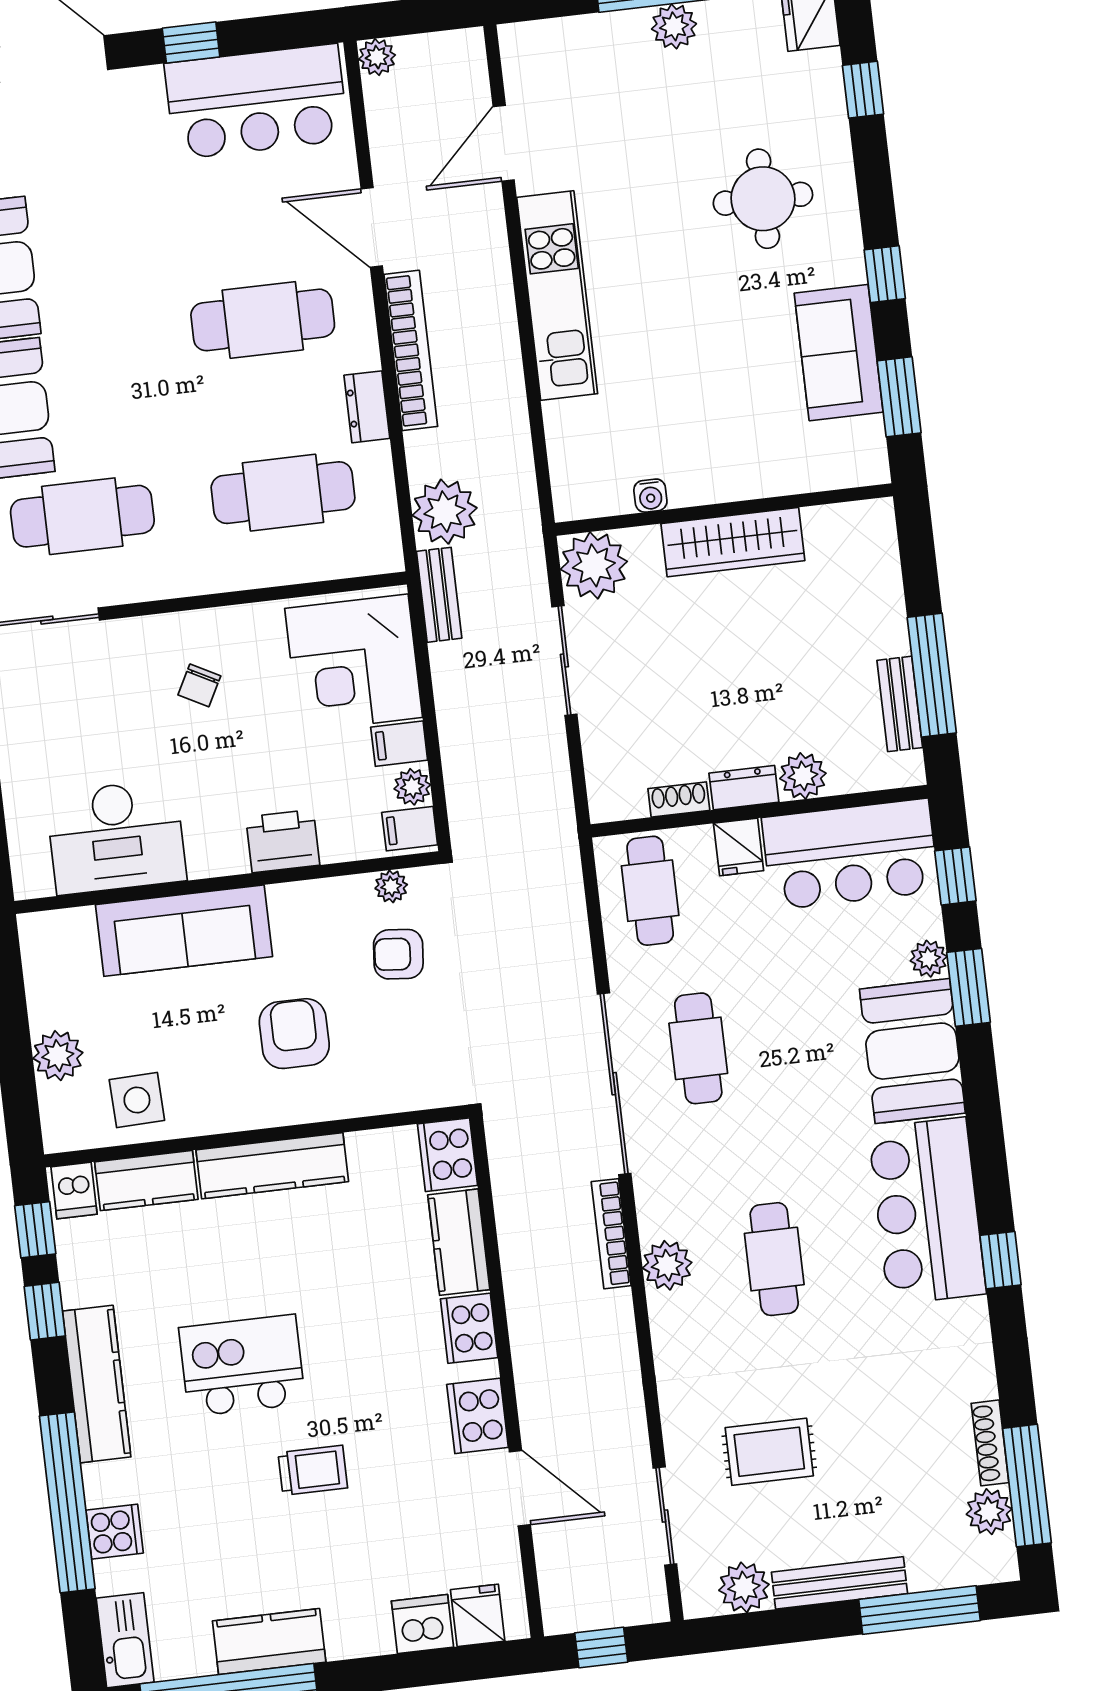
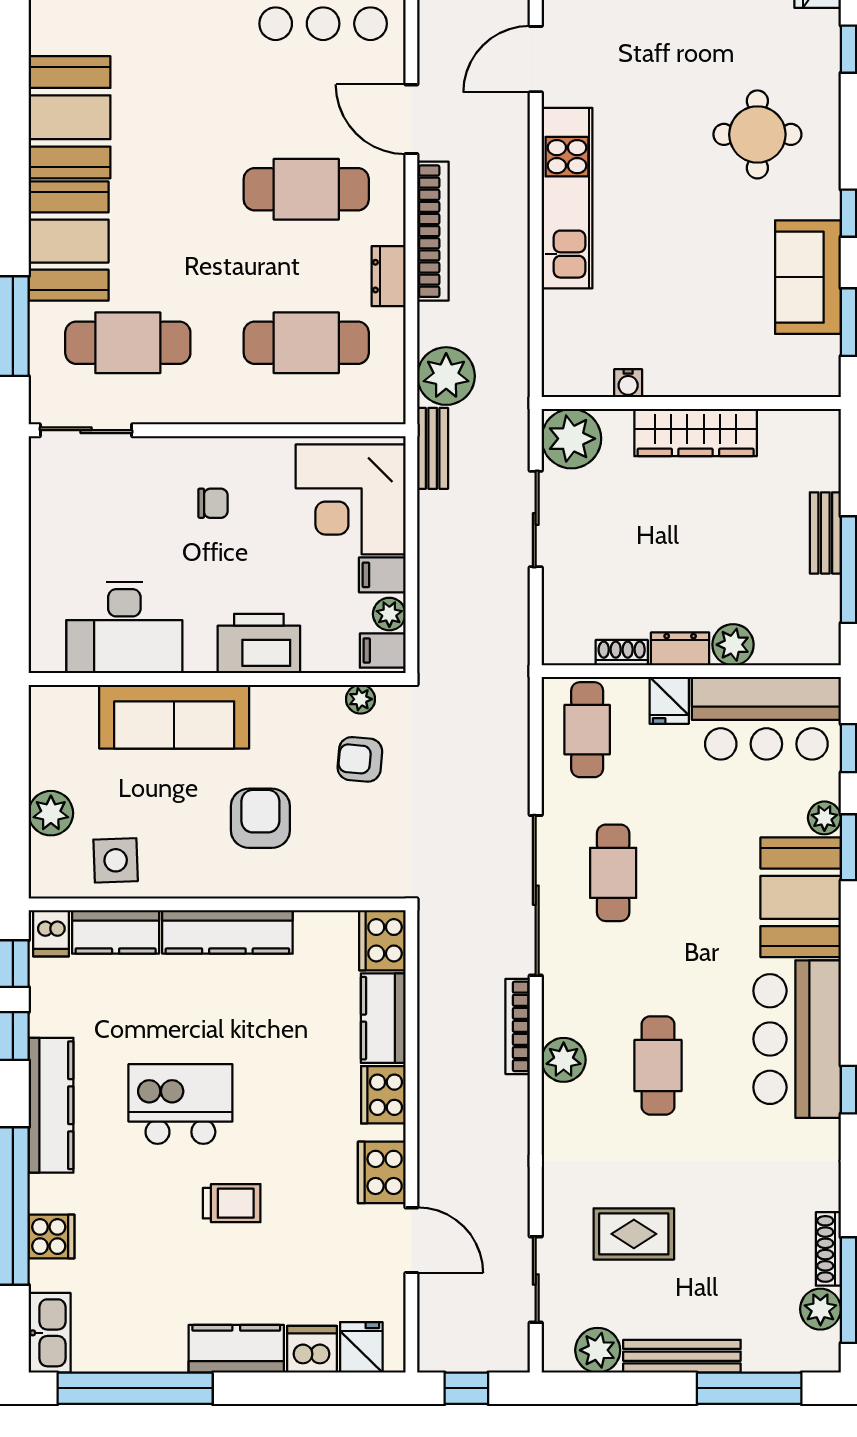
chair: (199, 685) -> (213, 503), turned -118
bench: (900, 704) -> (825, 533), moved
printer: (283, 841) -> (259, 643), width x1.37, depth x1.19
kitchen counter: (269, 1642) -> (236, 1349), moved

